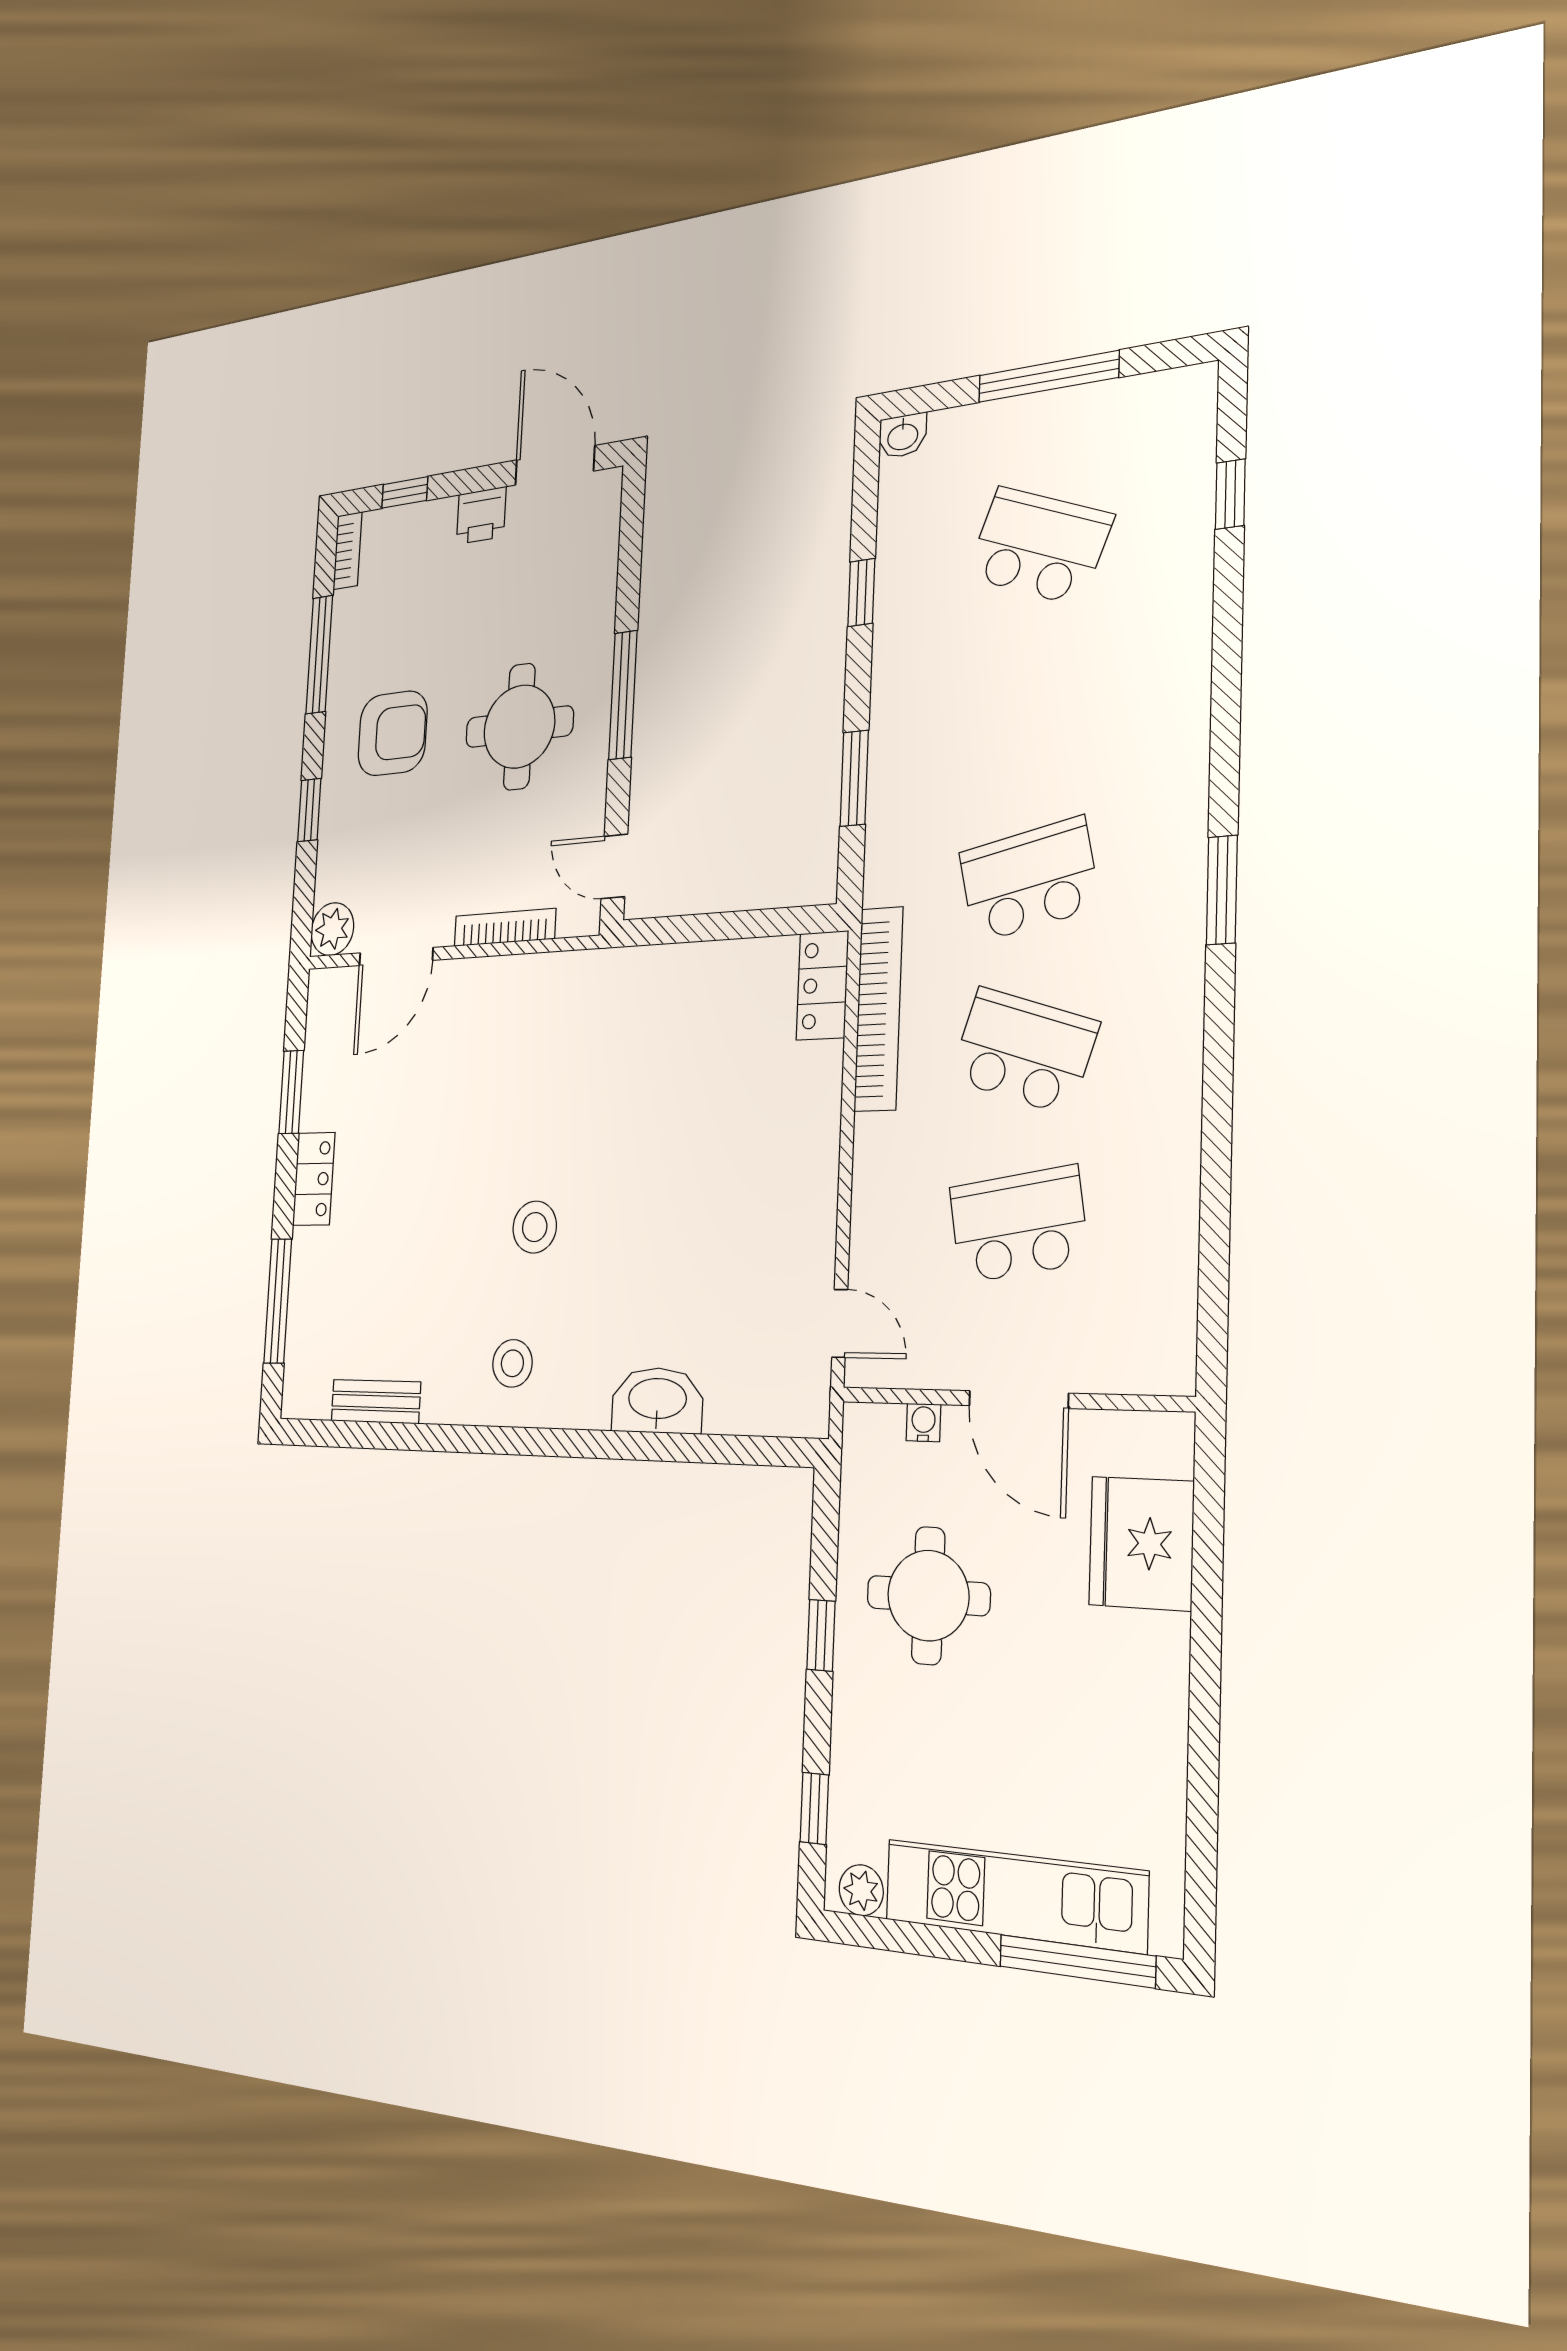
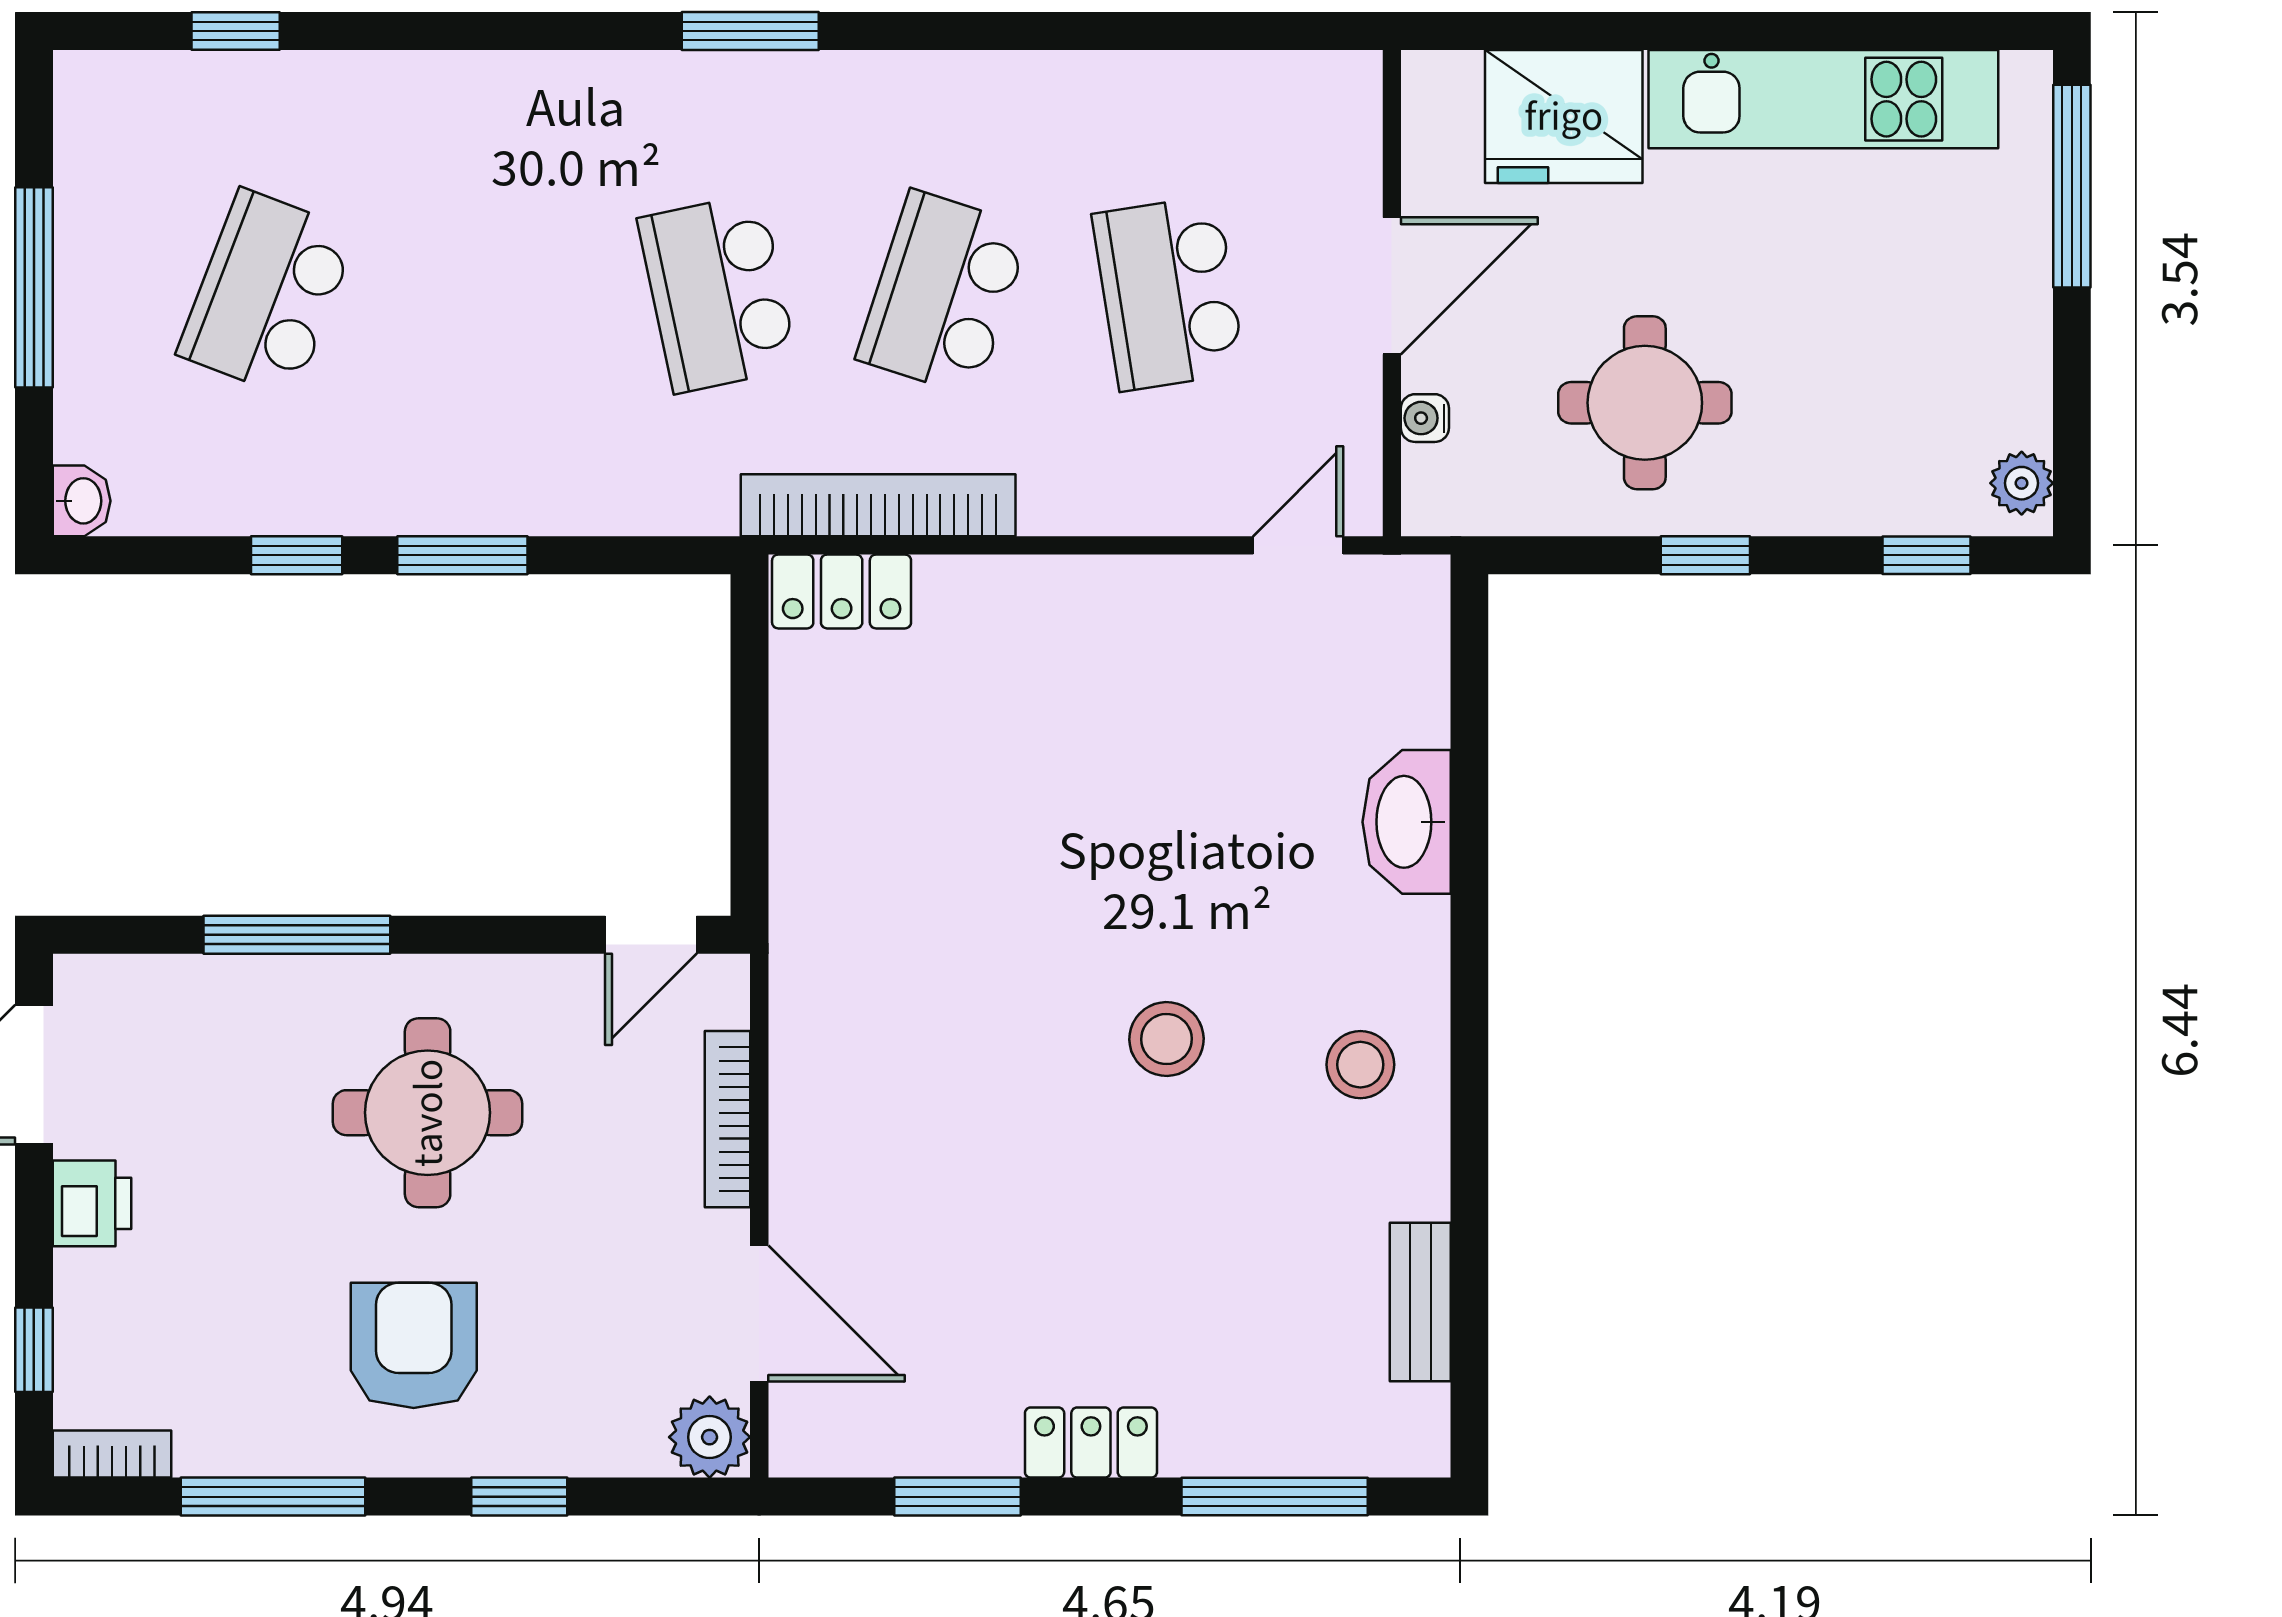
window: (623, 695) -> (297, 935), moved
window: (854, 778) -> (462, 555), moved
kitchen unit: (1015, 1896) -> (1823, 99), moved, turned -90

